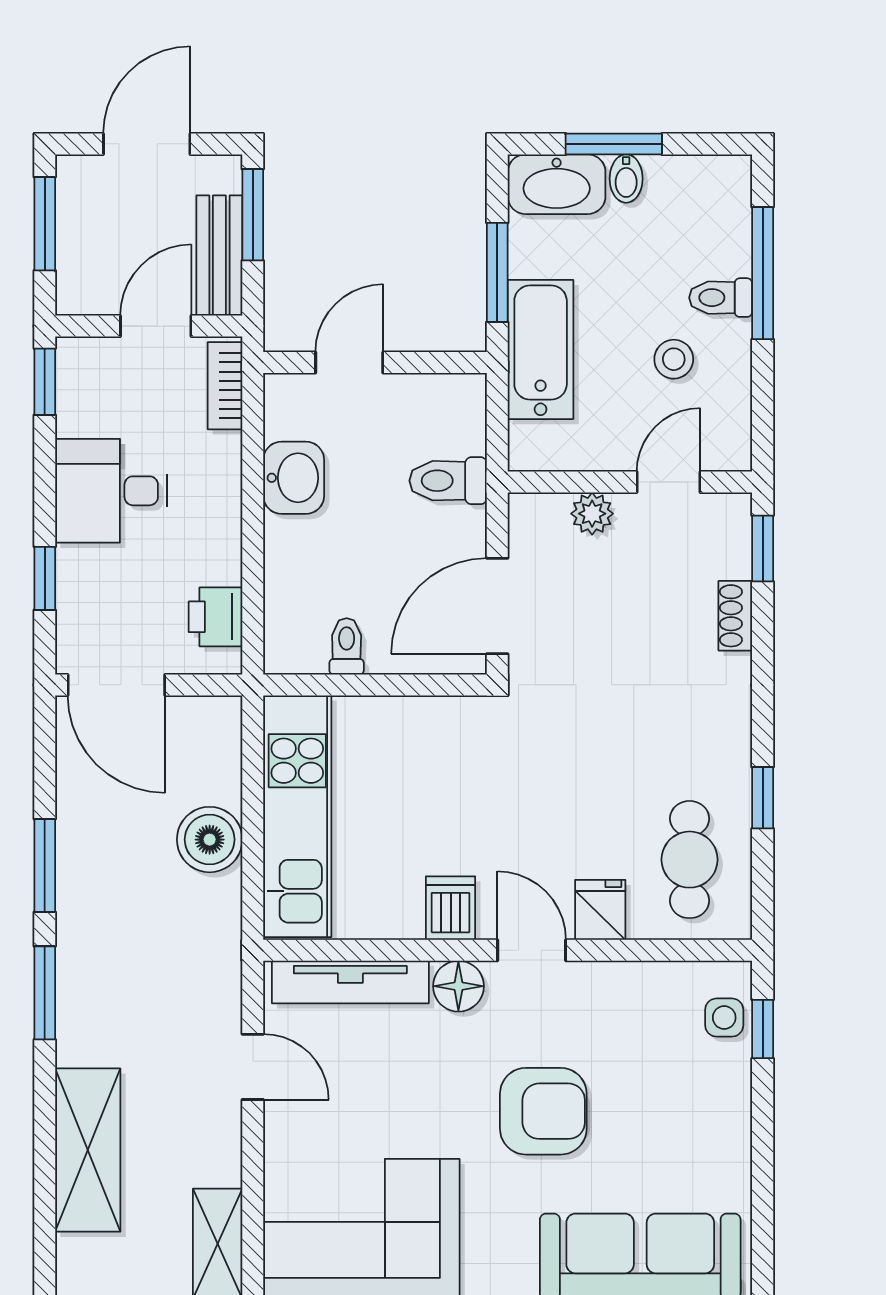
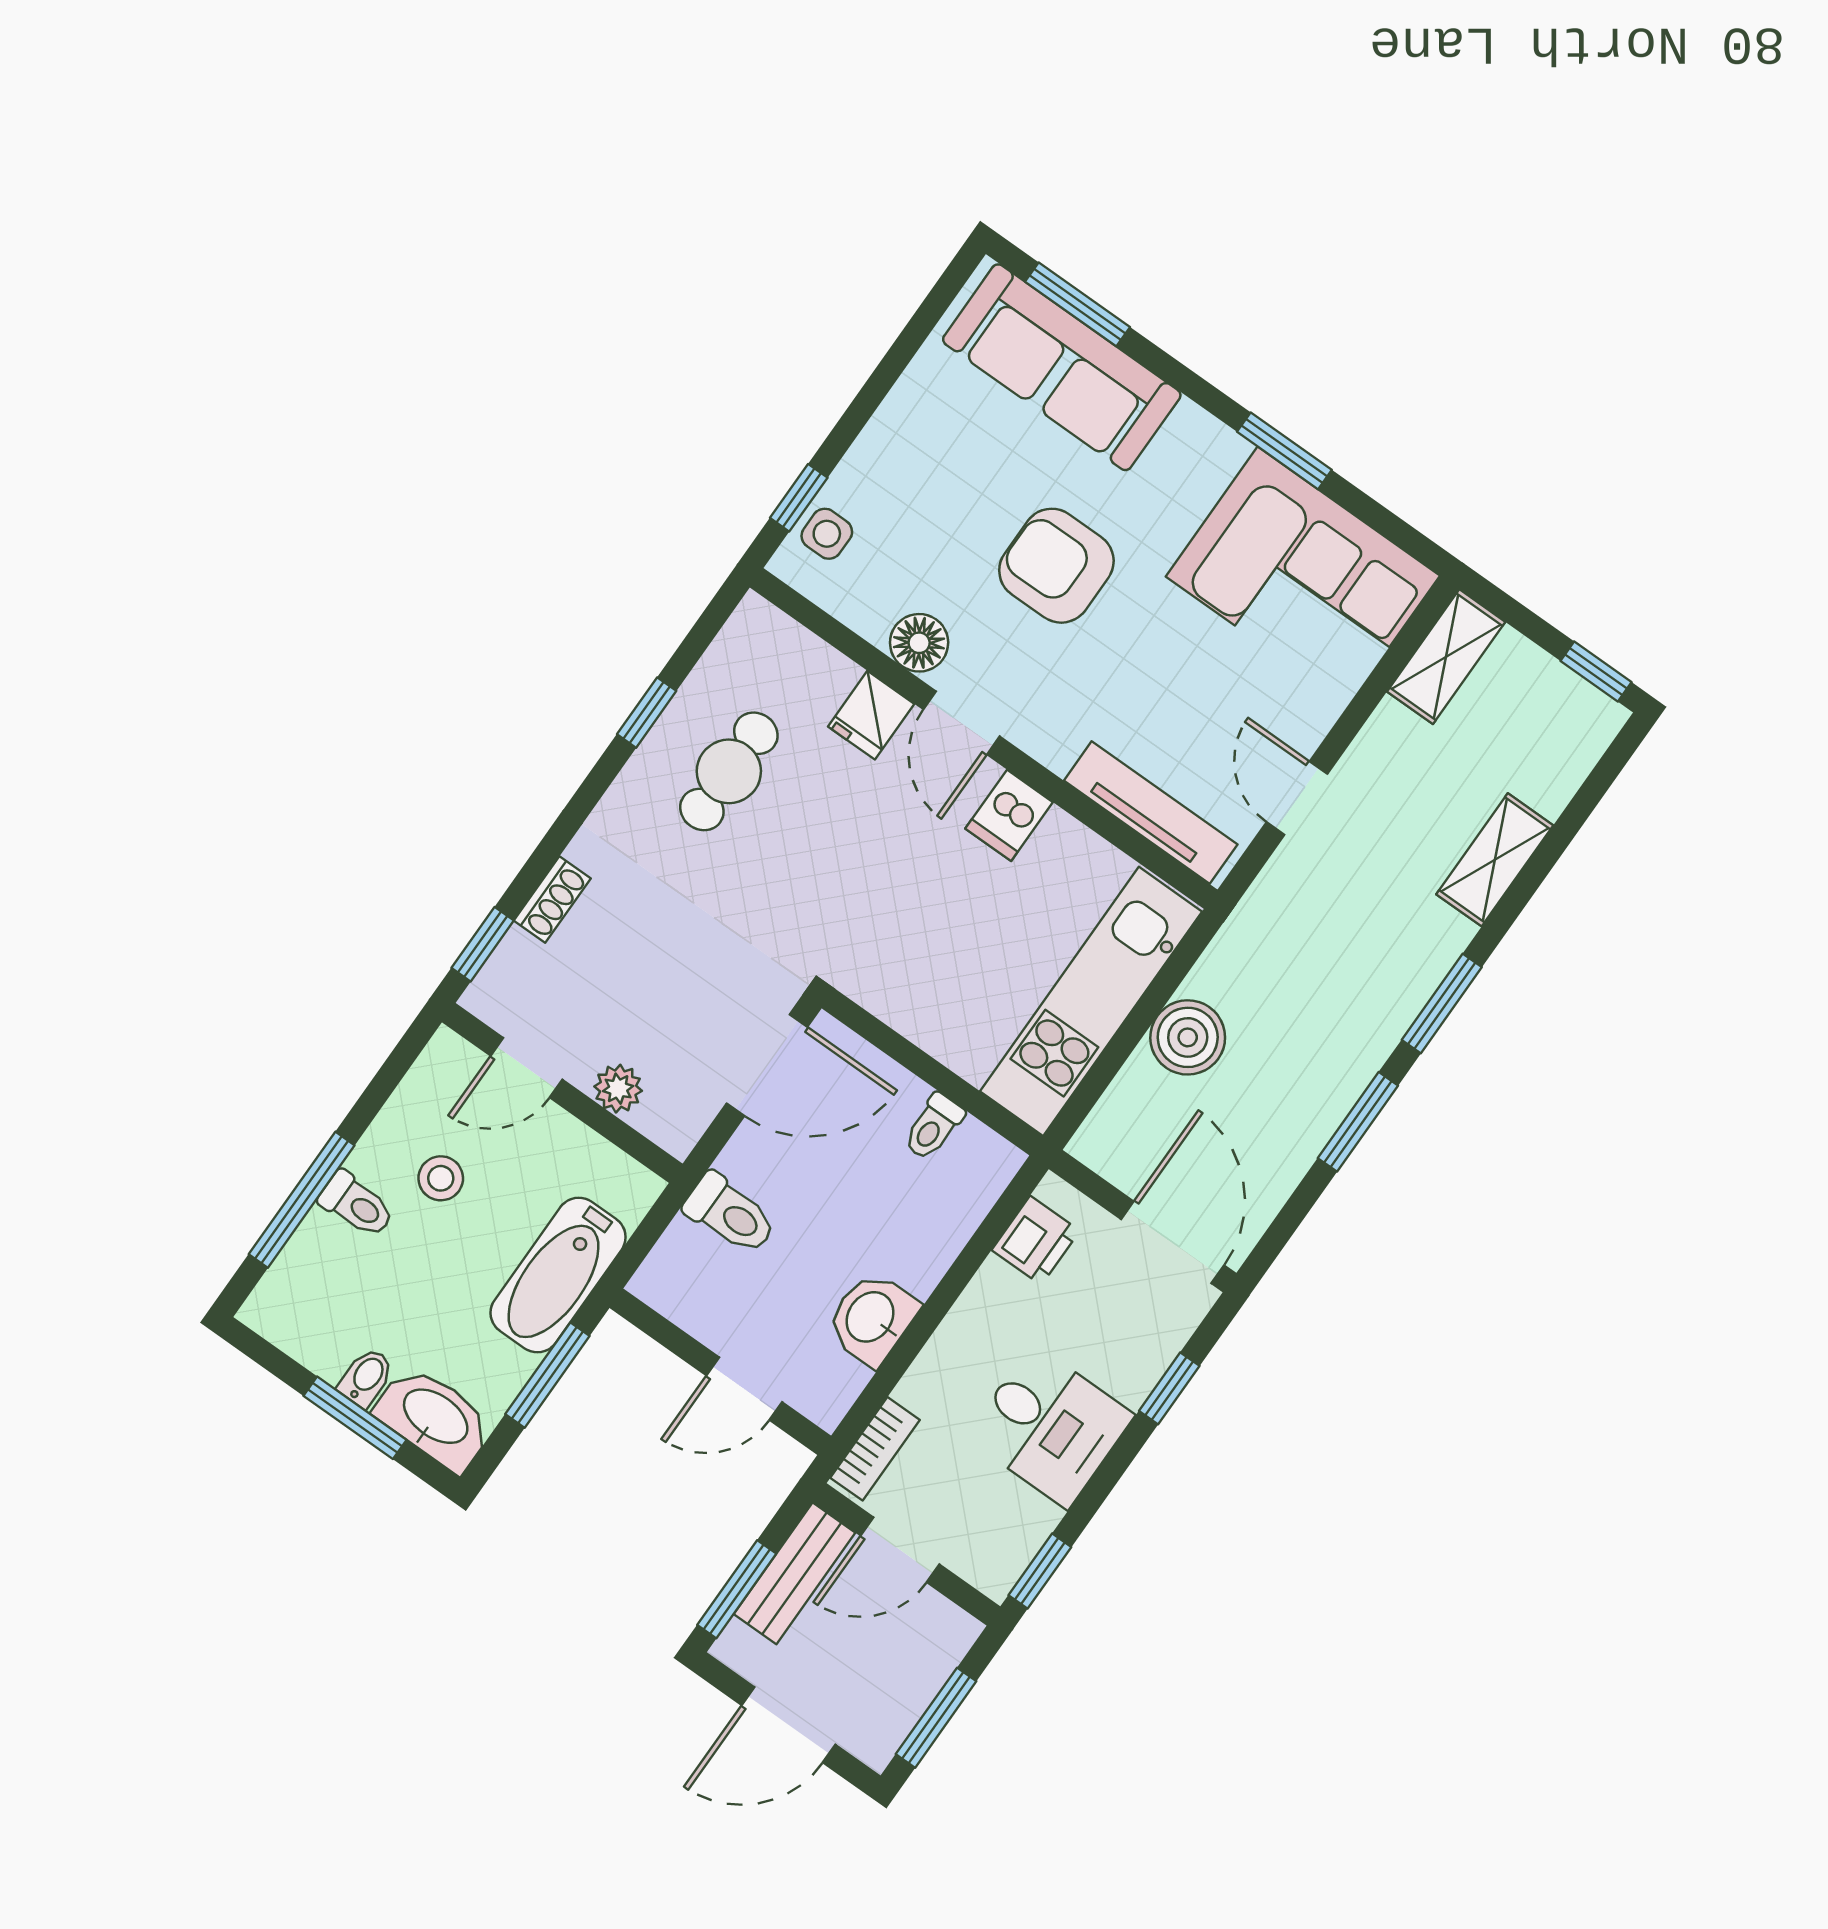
cafe table: (690, 860) -> (729, 771), moved
floor lamp: (458, 986) -> (919, 643), moved
shelving: (88, 1150) -> (1495, 860), width x0.67, depth x0.75

